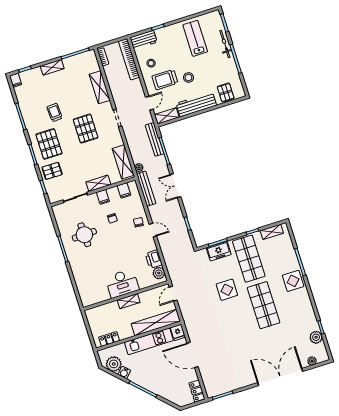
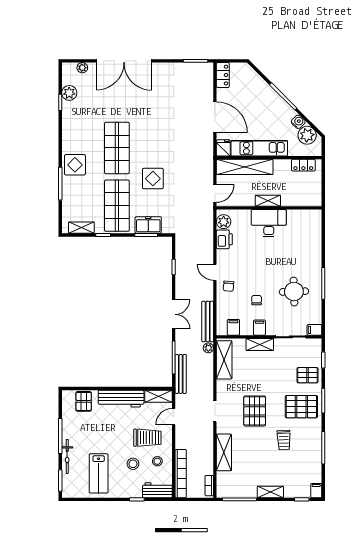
stool: (188, 78) -> (133, 464), moved
pallet: (49, 144) -> (301, 407), turned 90
filing cabinet: (58, 209) -> (314, 330), added

